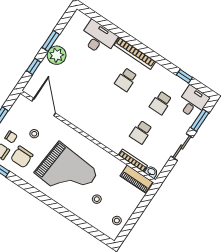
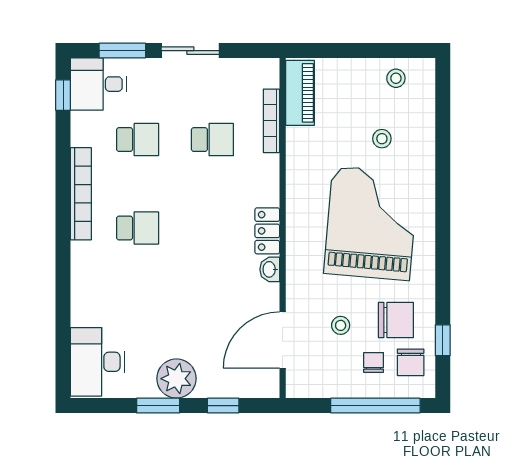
desk: (98, 38) -> (97, 362), moved
bookcase: (135, 53) -> (81, 194), moved
window: (184, 76) -> (63, 95), moved
locker: (91, 130) -> (267, 231), added
washbasin: (151, 172) -> (270, 269), moved

